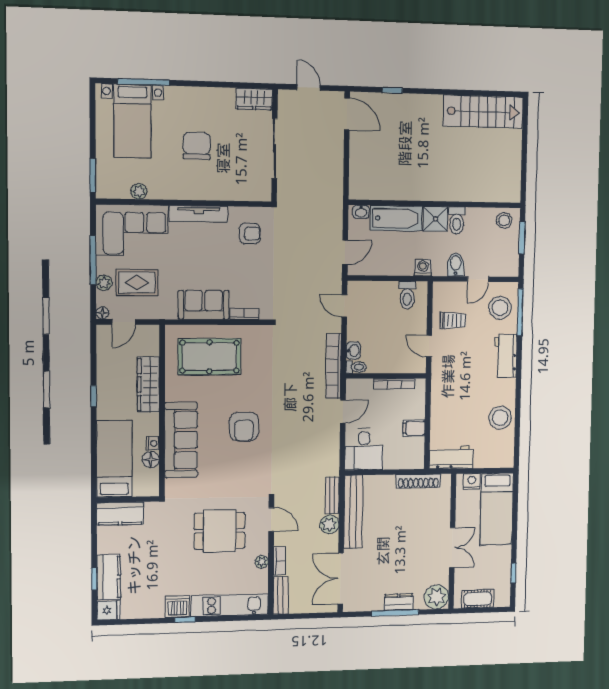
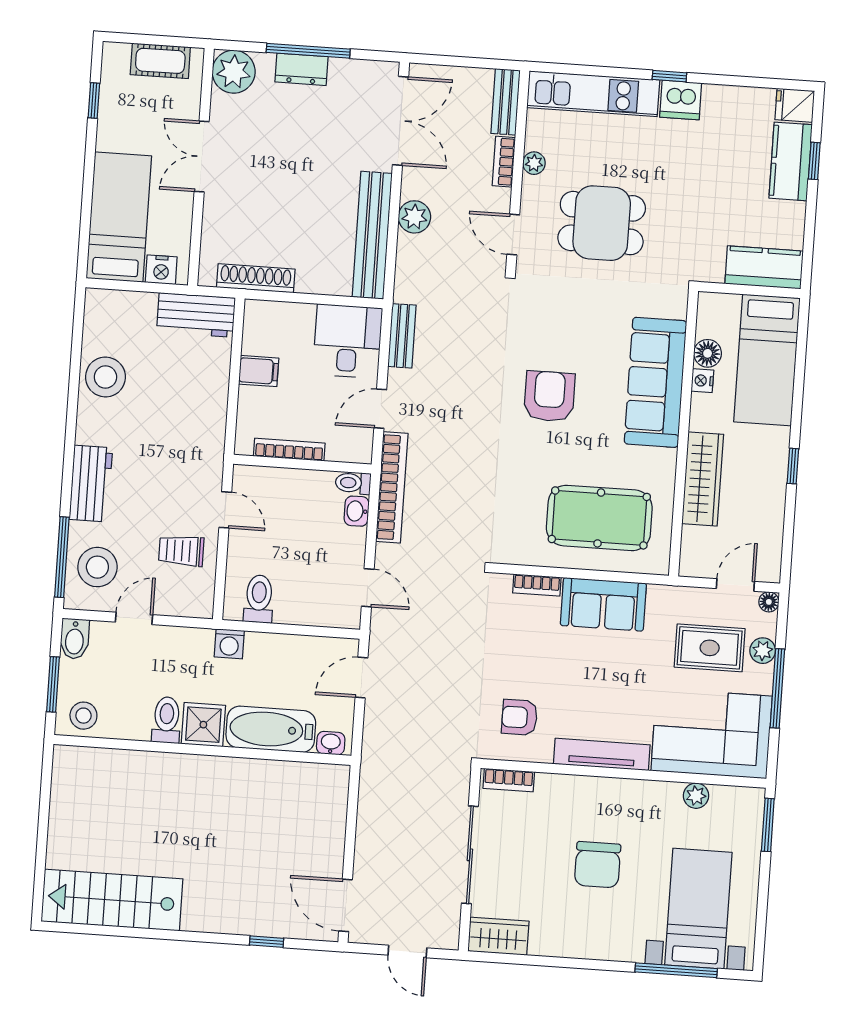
bookcase: (254, 195) -> (509, 780), added
bidet: (456, 265) -> (75, 639), moved
bench: (332, 495) -> (402, 336), moved

